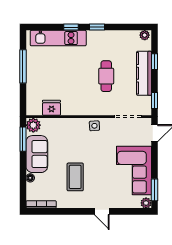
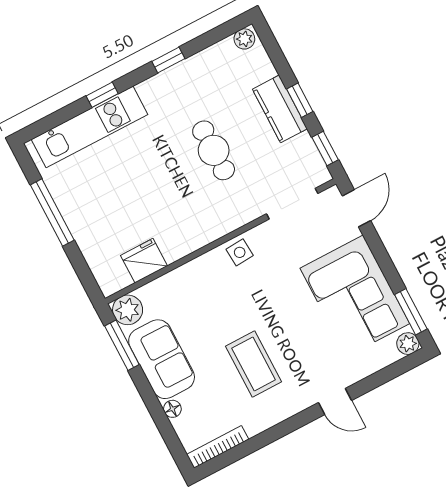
window: (97, 27) -> (168, 60), moved
window: (155, 62) -> (300, 100), moved
kitchen counter: (144, 73) -> (280, 109), width x0.67

